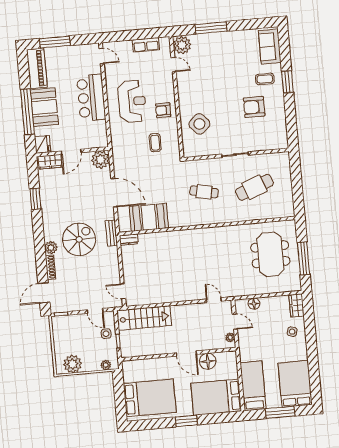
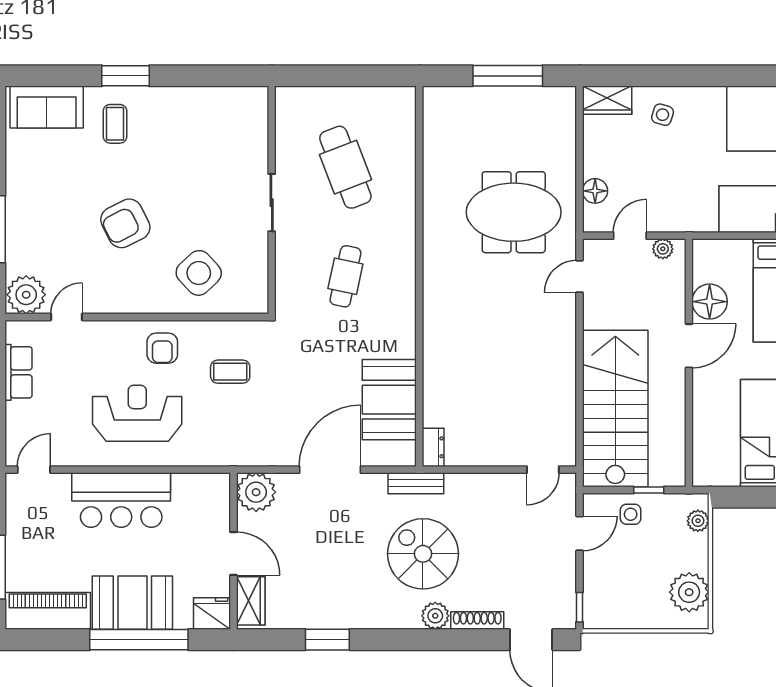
armchair: (254, 107) -> (125, 223), moved, turned 63
meeting table: (270, 254) -> (514, 212), moved
stairs: (144, 318) -> (615, 409), width x1.36, depth x1.51

